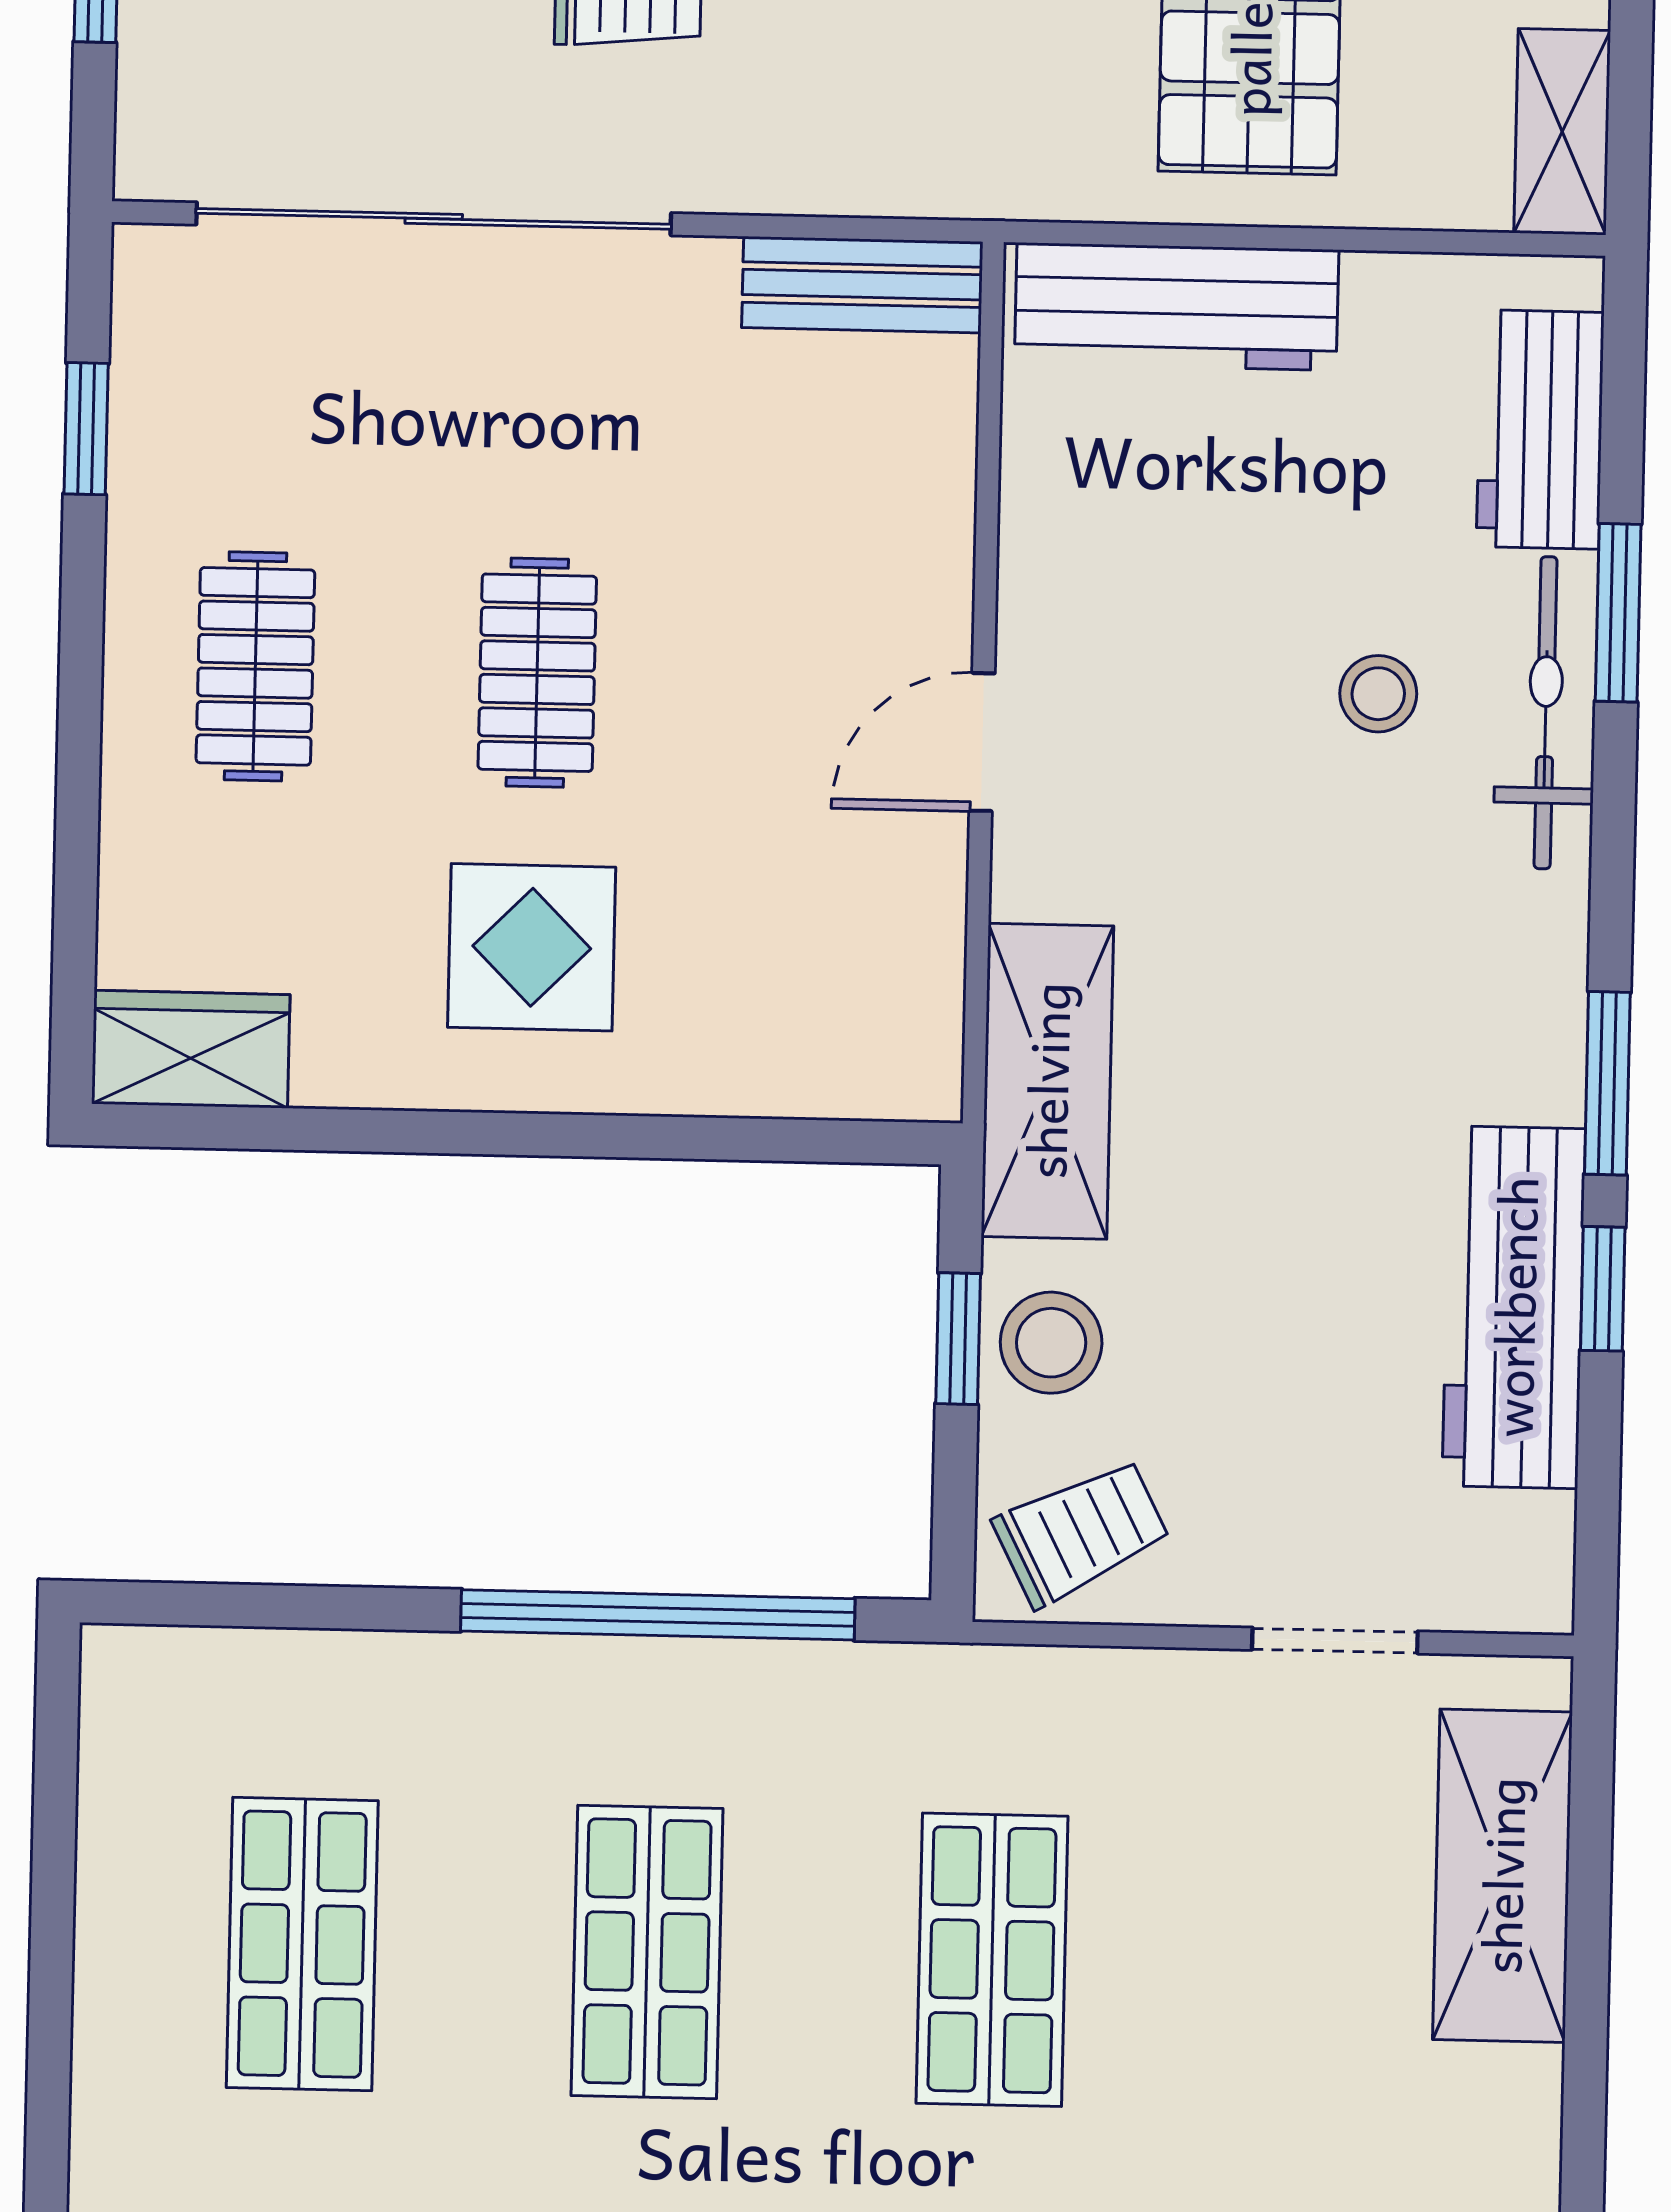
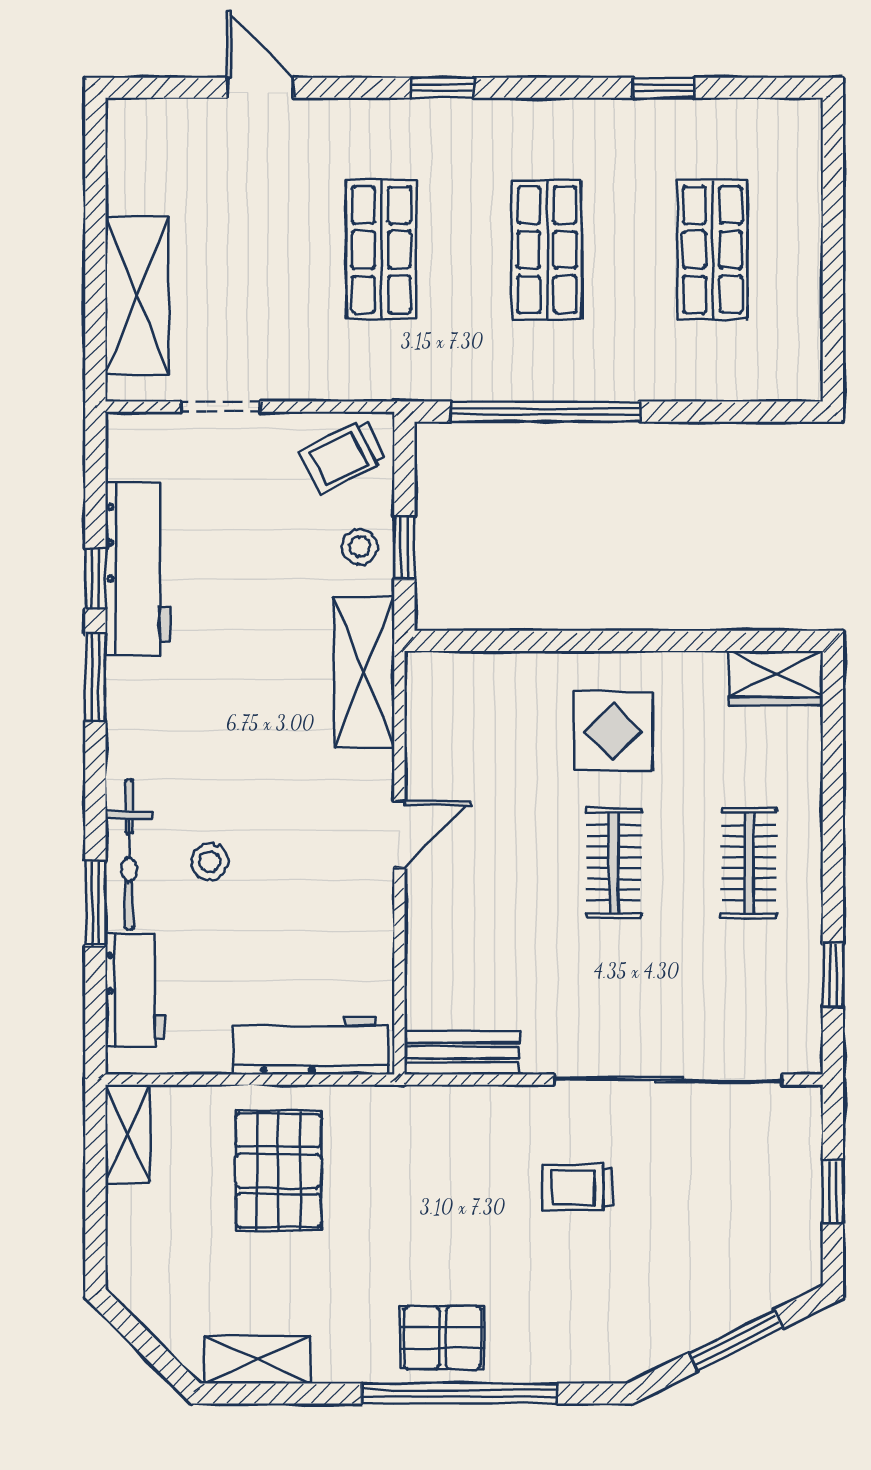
stool: (1051, 1343) -> (360, 547), width x0.73, depth x0.73

